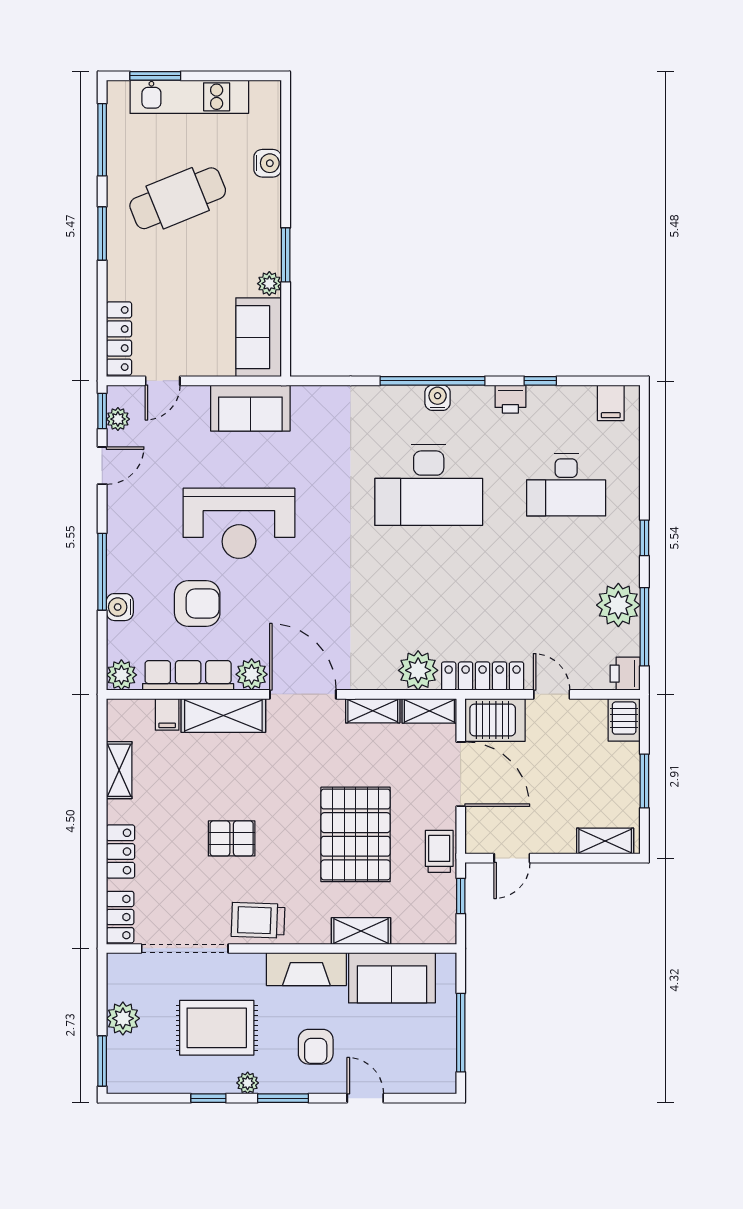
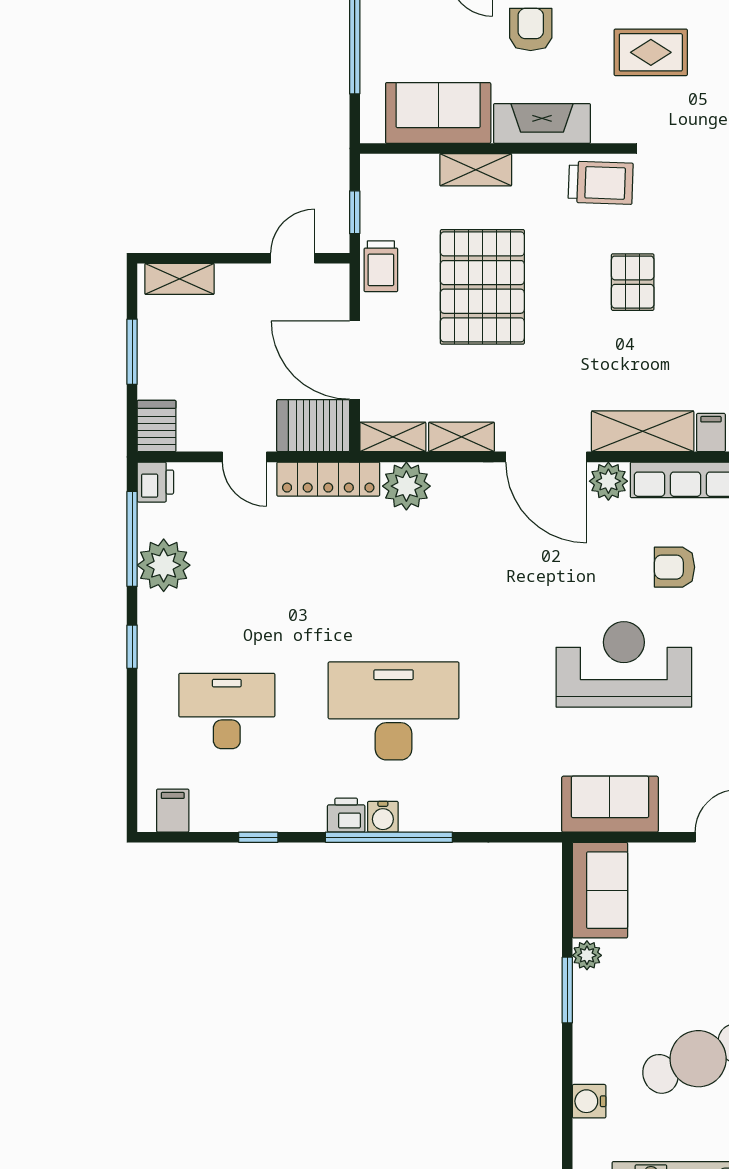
printer: (510, 399) -> (346, 815), moved
armchair: (197, 604) -> (674, 567), width x0.72, depth x0.72
pallet: (232, 838) -> (633, 282), turned 90
rug: (217, 1028) -> (651, 52), width x0.73, depth x0.70

